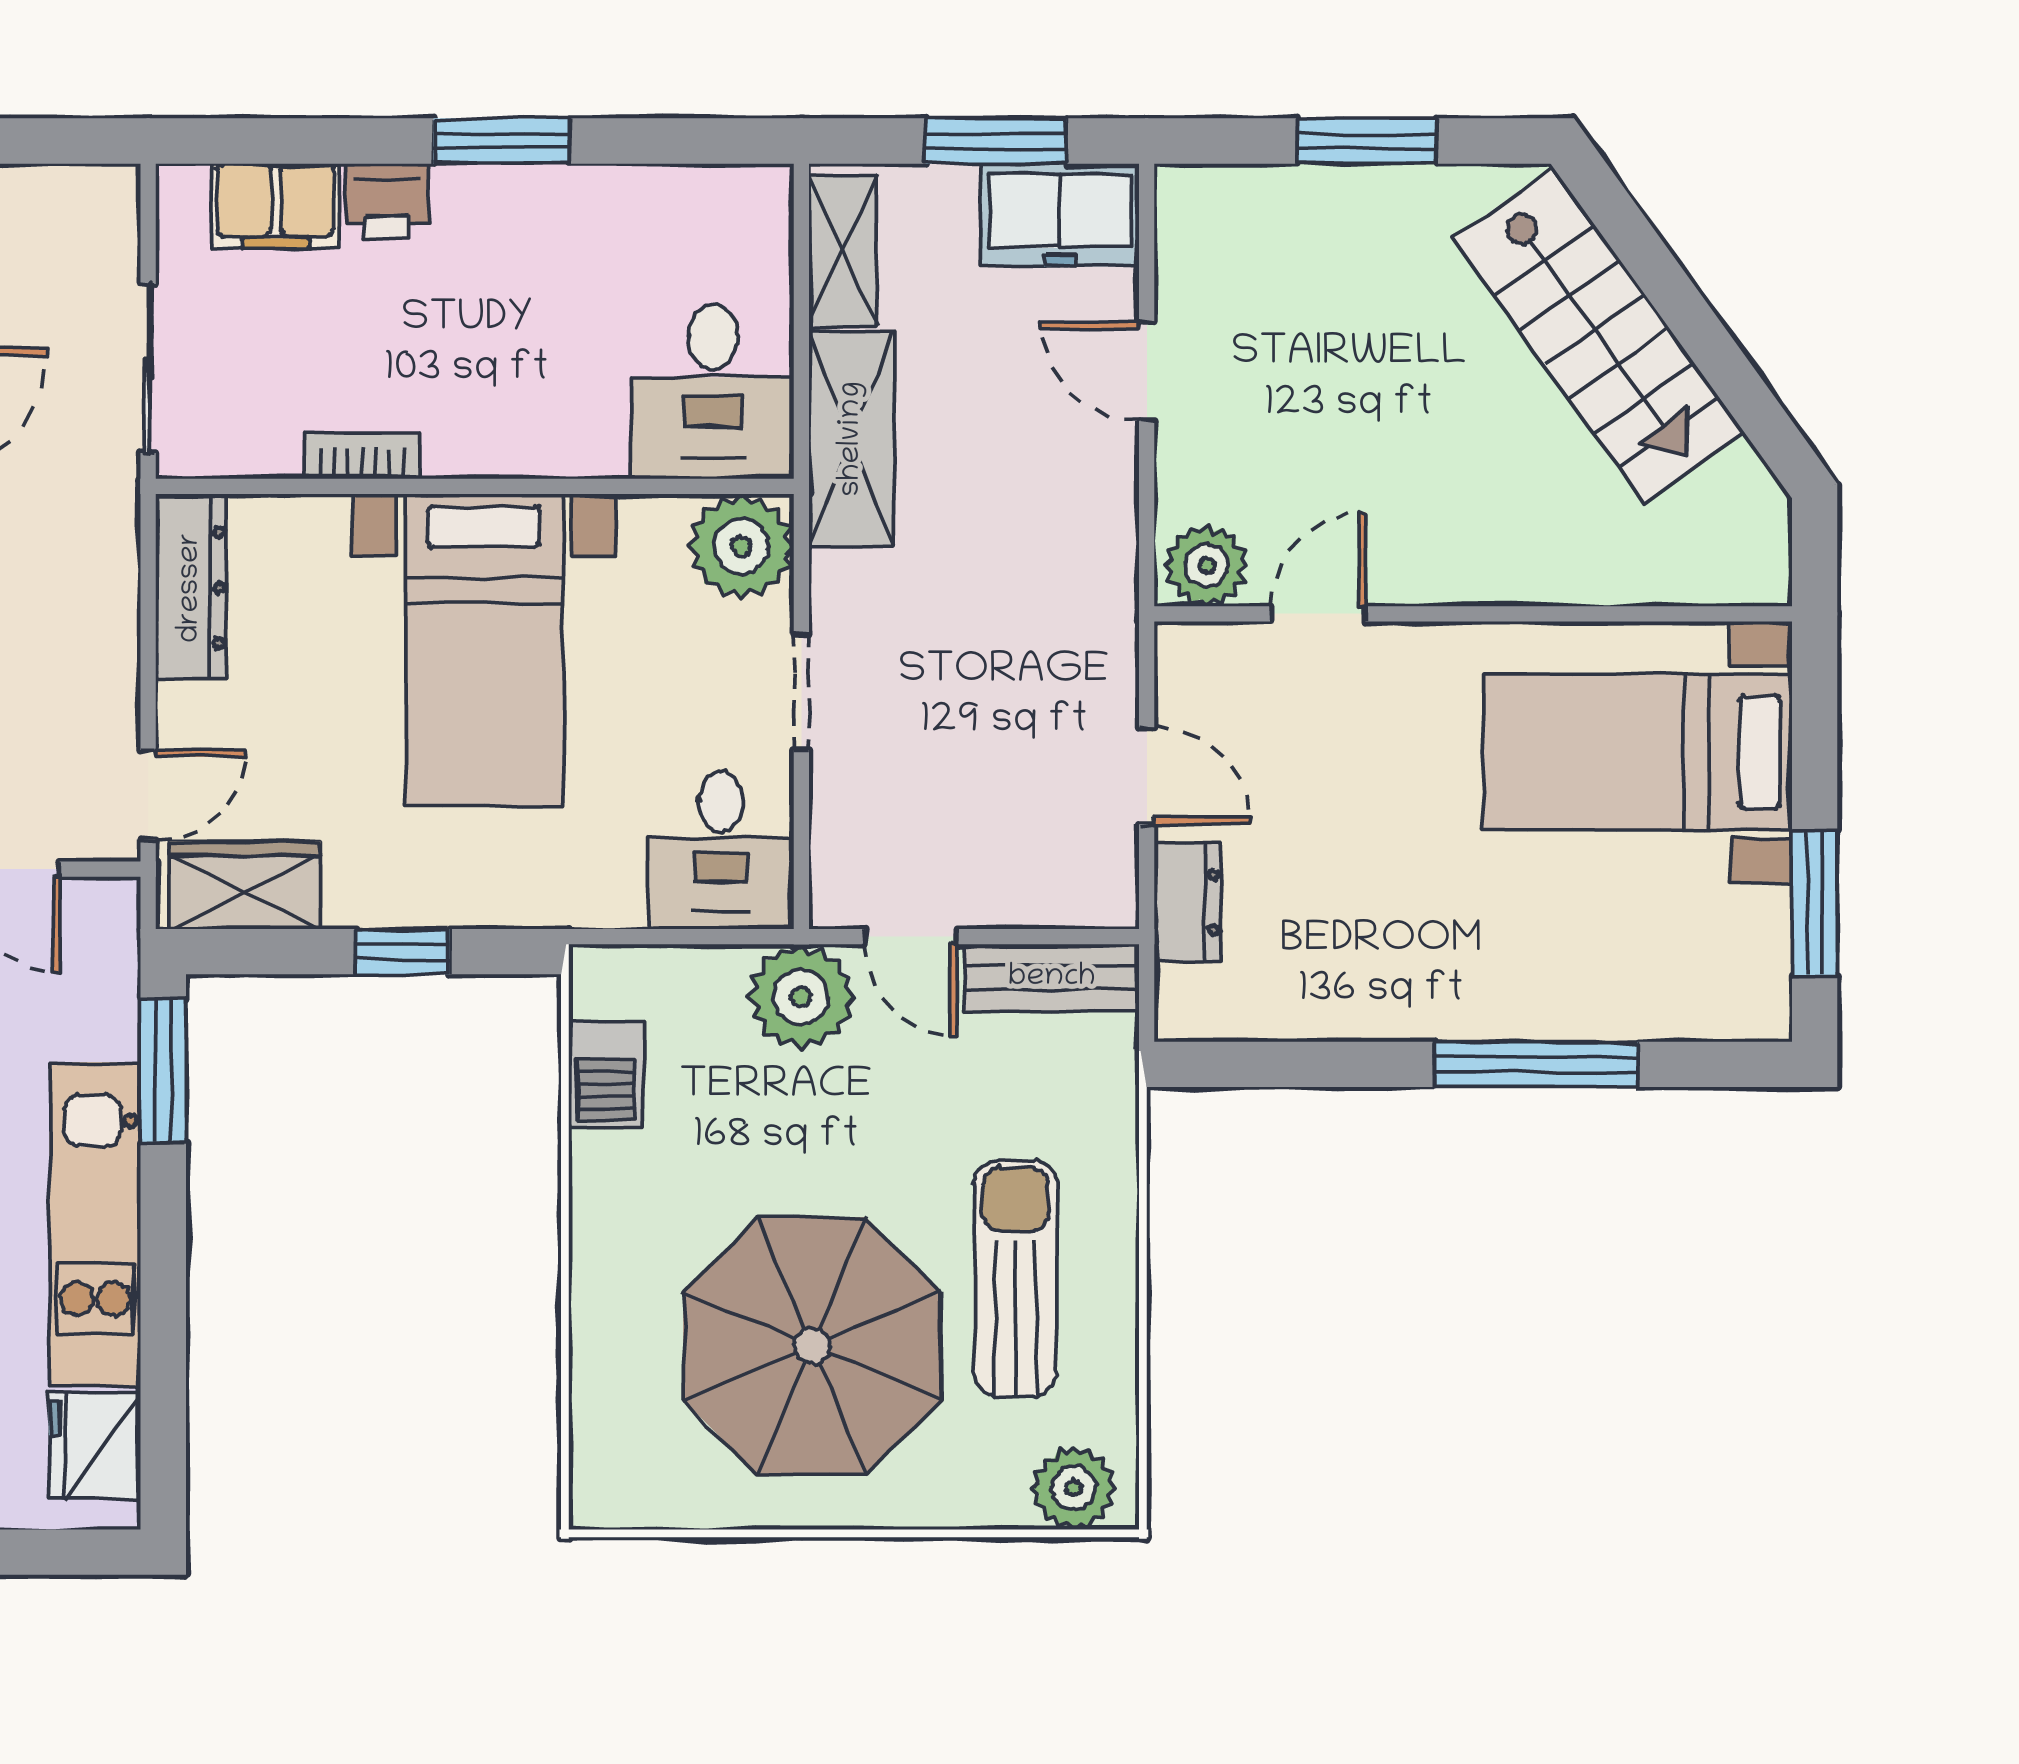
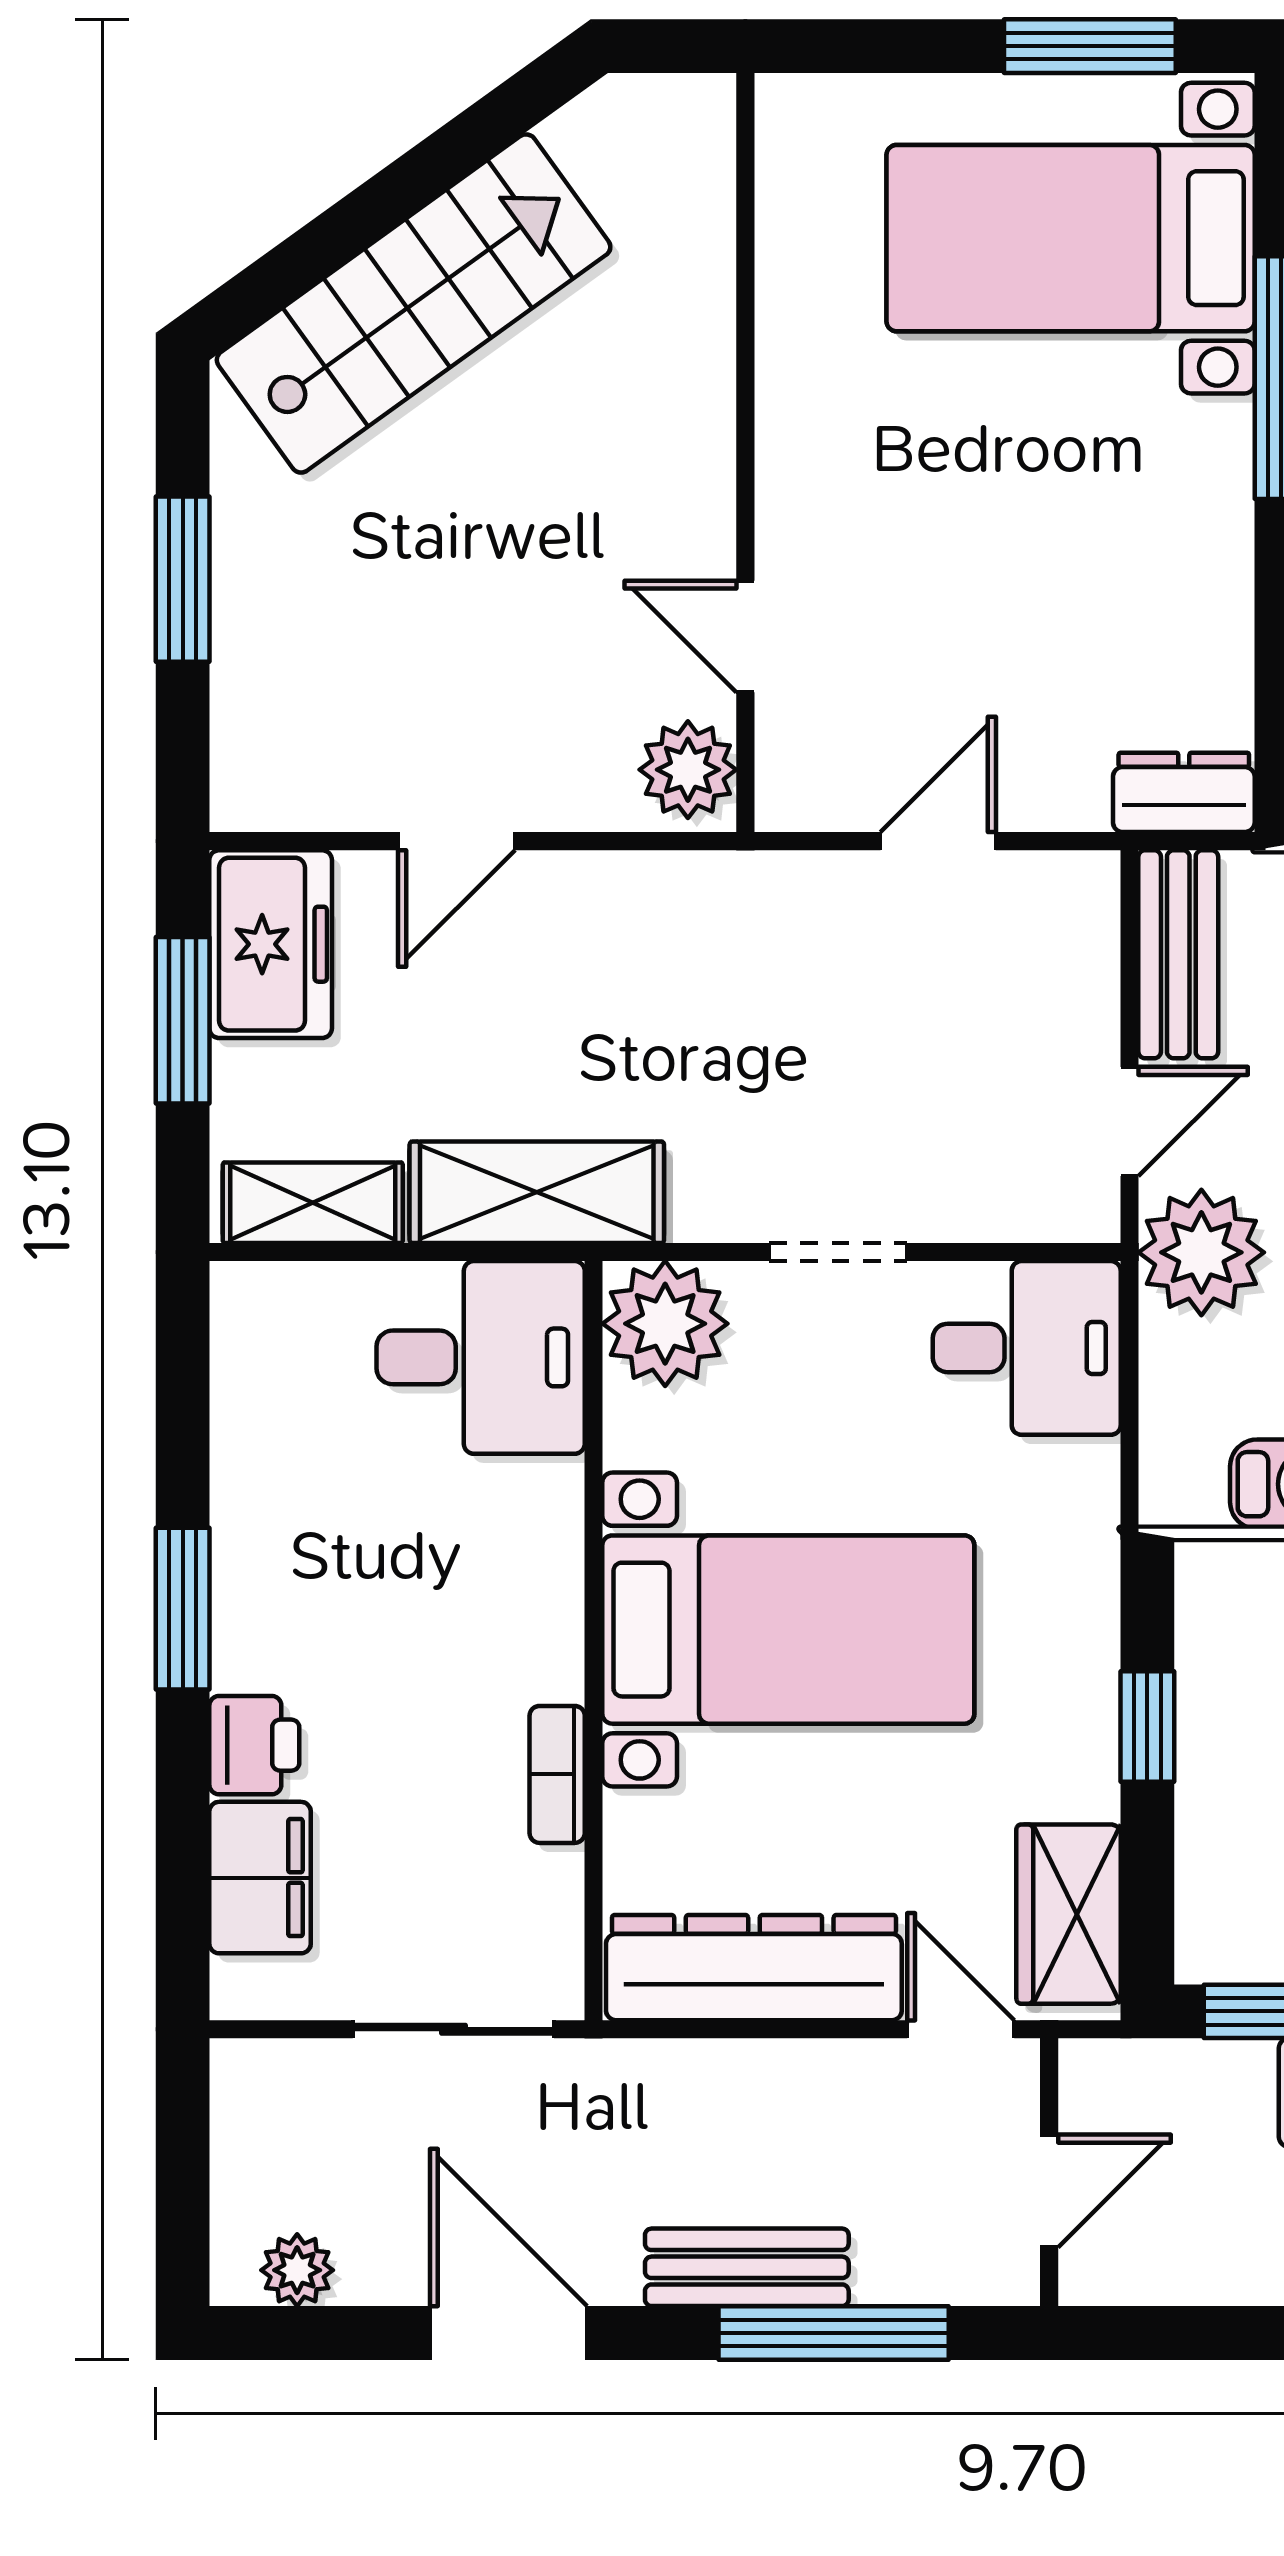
dresser: (191, 588) -> (754, 1968), width x1.37, depth x1.24
bed with nightstands: (1638, 752) -> (1071, 238), moved, turned 90
dresser: (1188, 902) -> (1184, 792), moved

